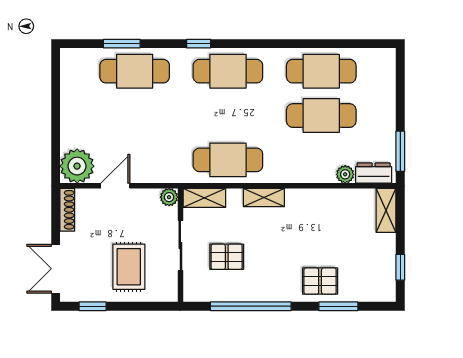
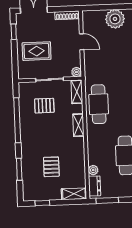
plant: (77, 166) -> (115, 19), moved
pallet: (227, 257) -> (44, 106), turned 90
pallet: (320, 281) -> (51, 167), moved

